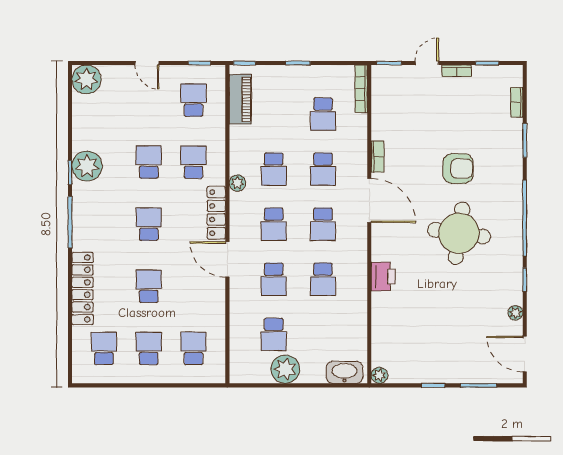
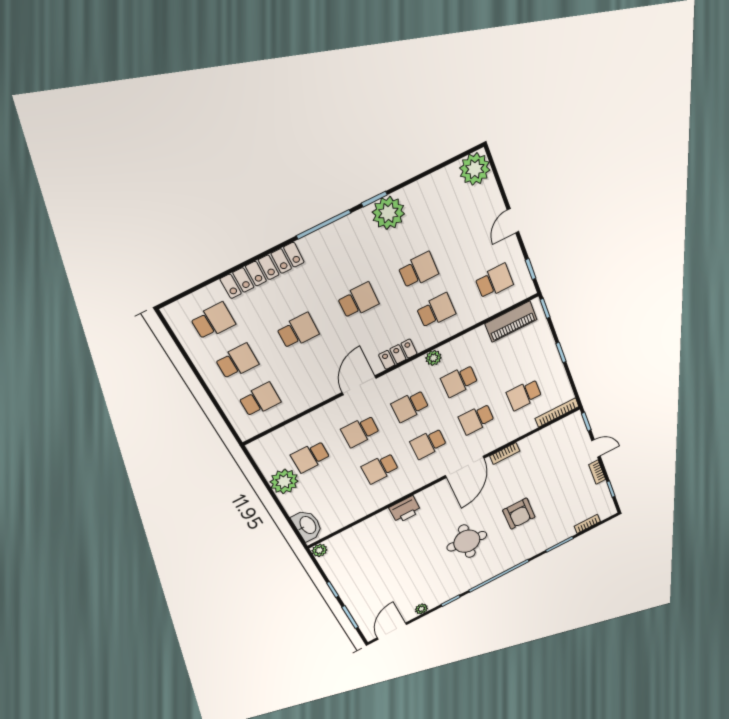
locker: (216, 213) -> (398, 354), width x0.66
round table: (459, 233) -> (467, 541), width x0.73, depth x0.73

